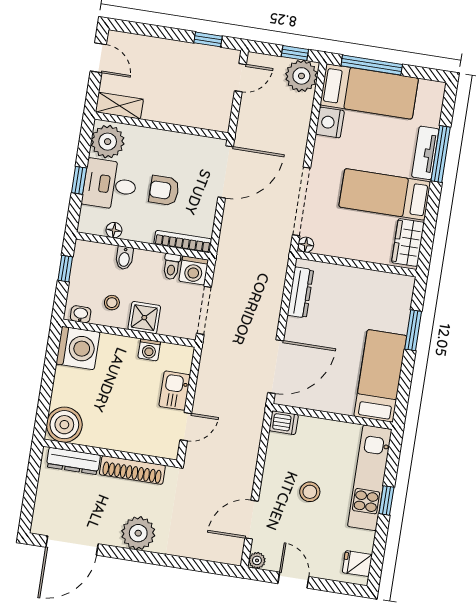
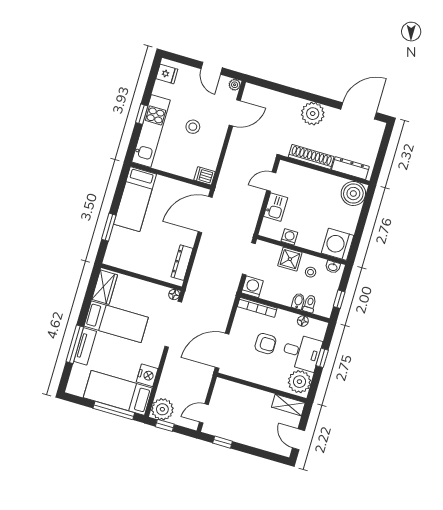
toilet: (171, 267) -> (310, 304), moved

